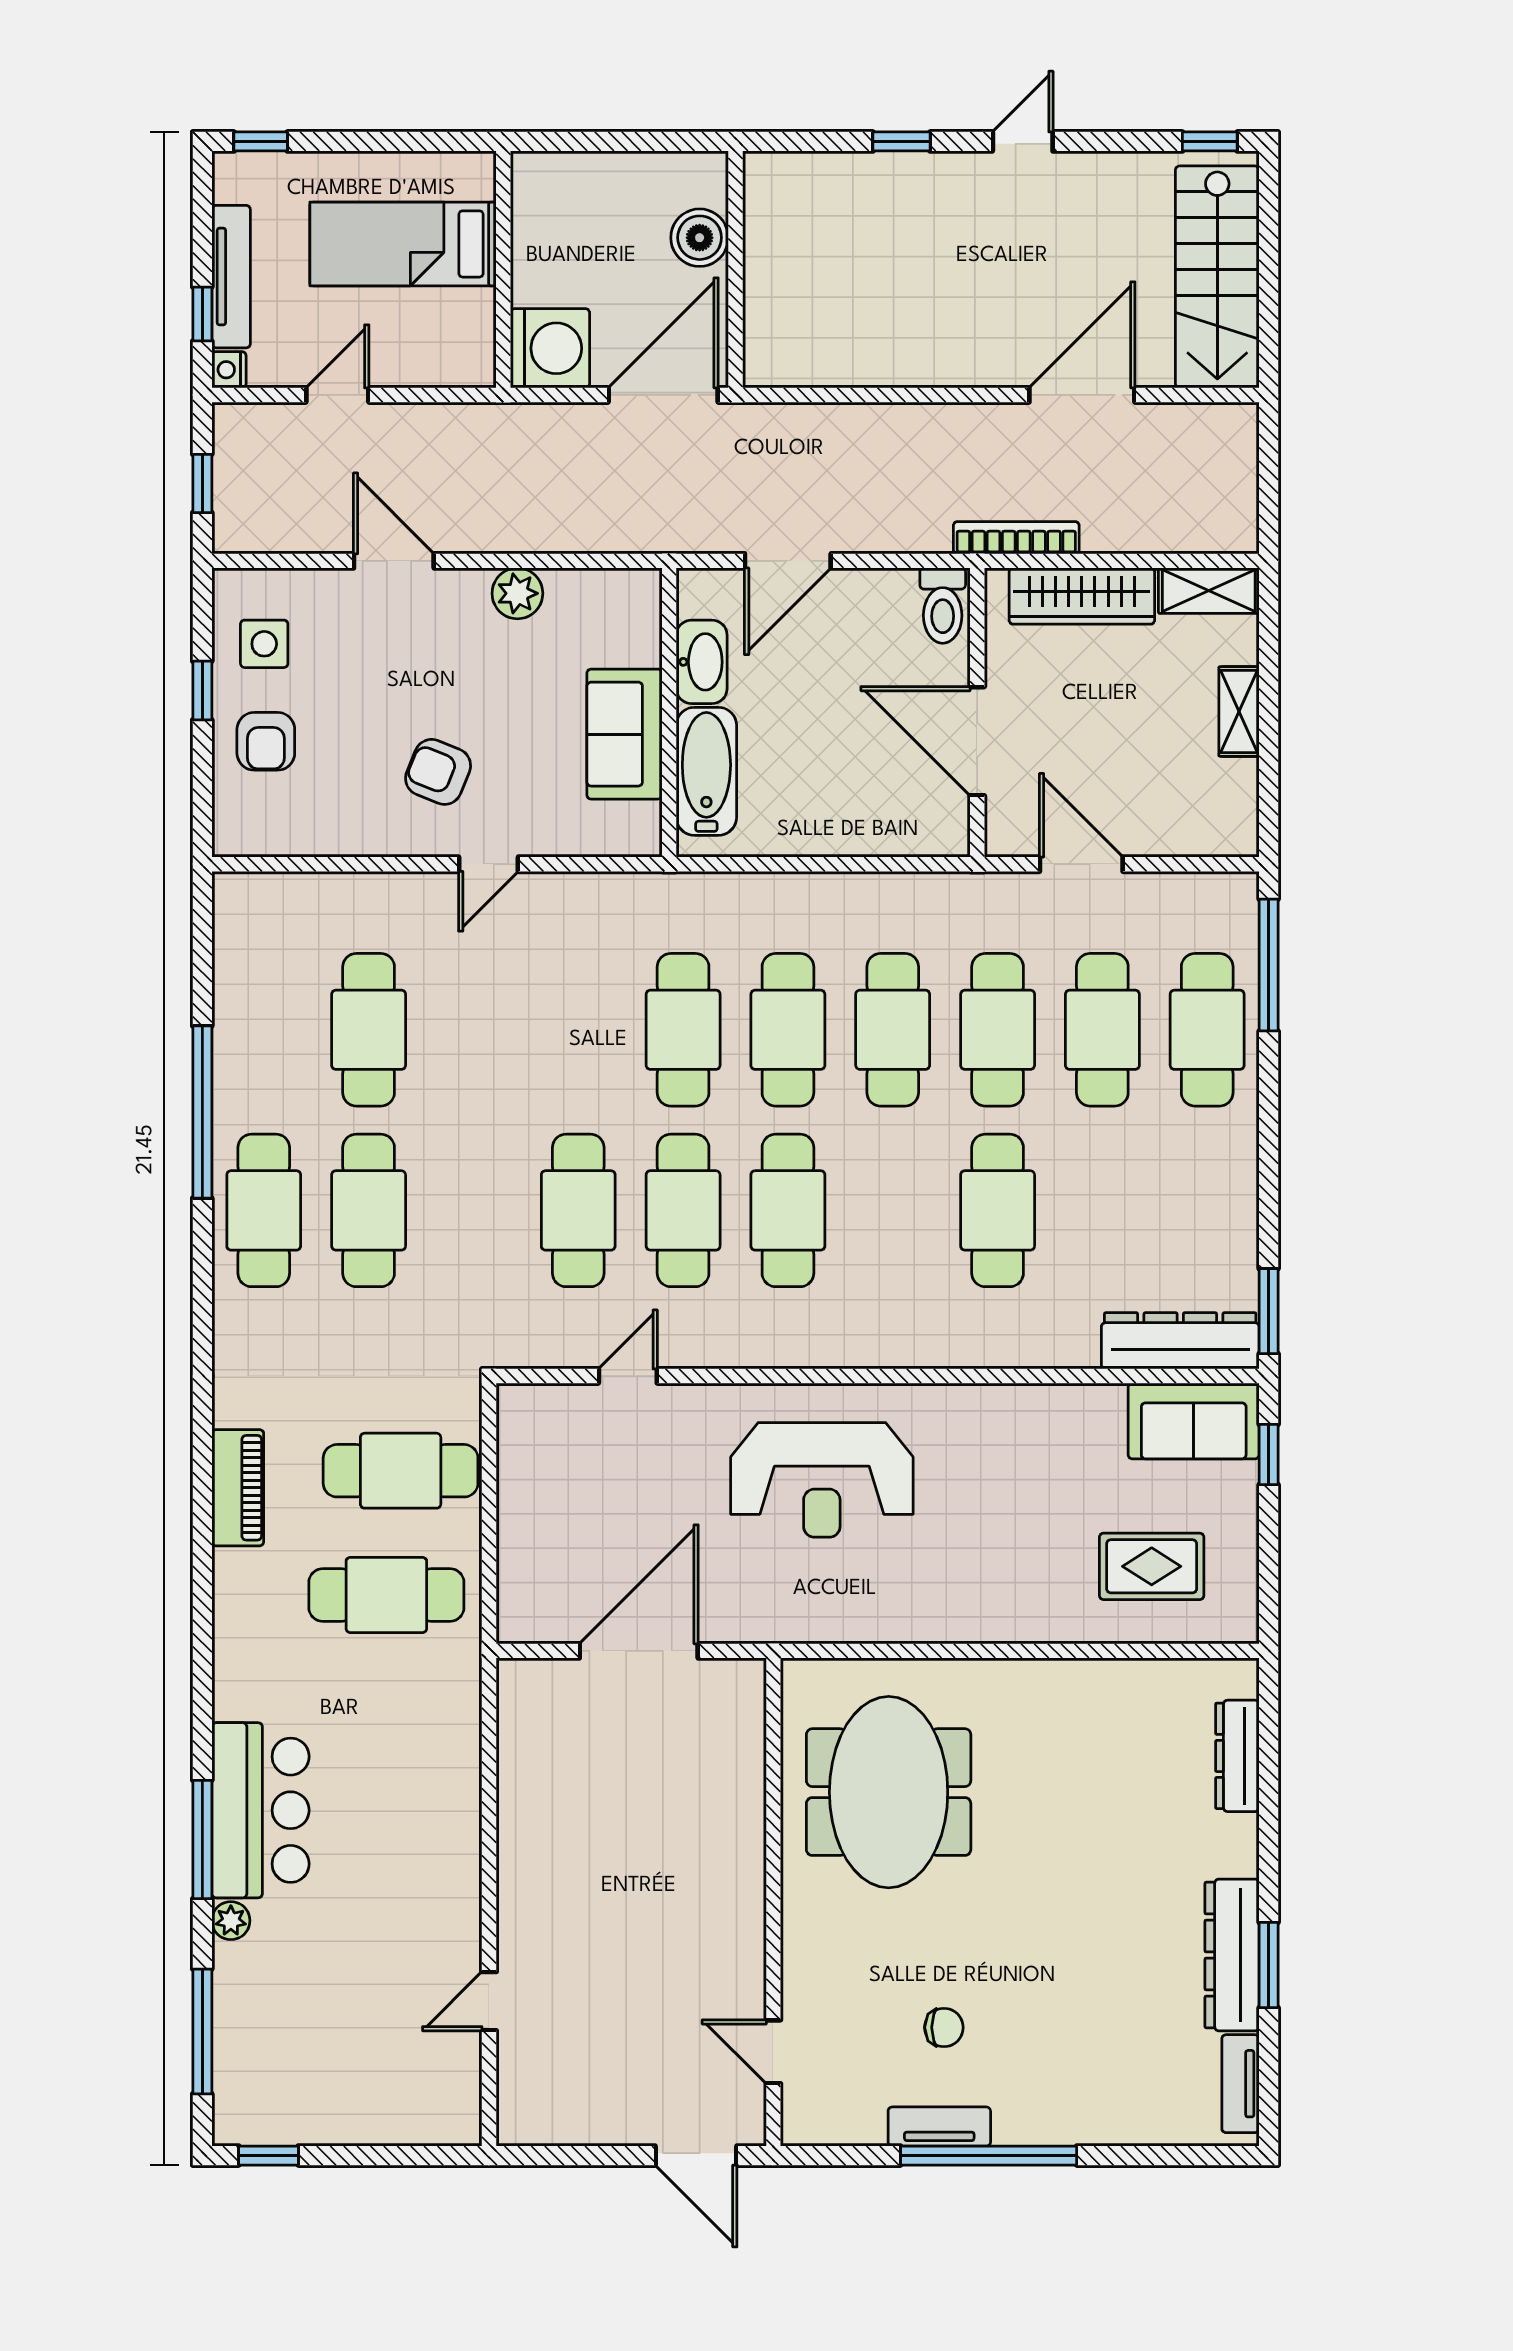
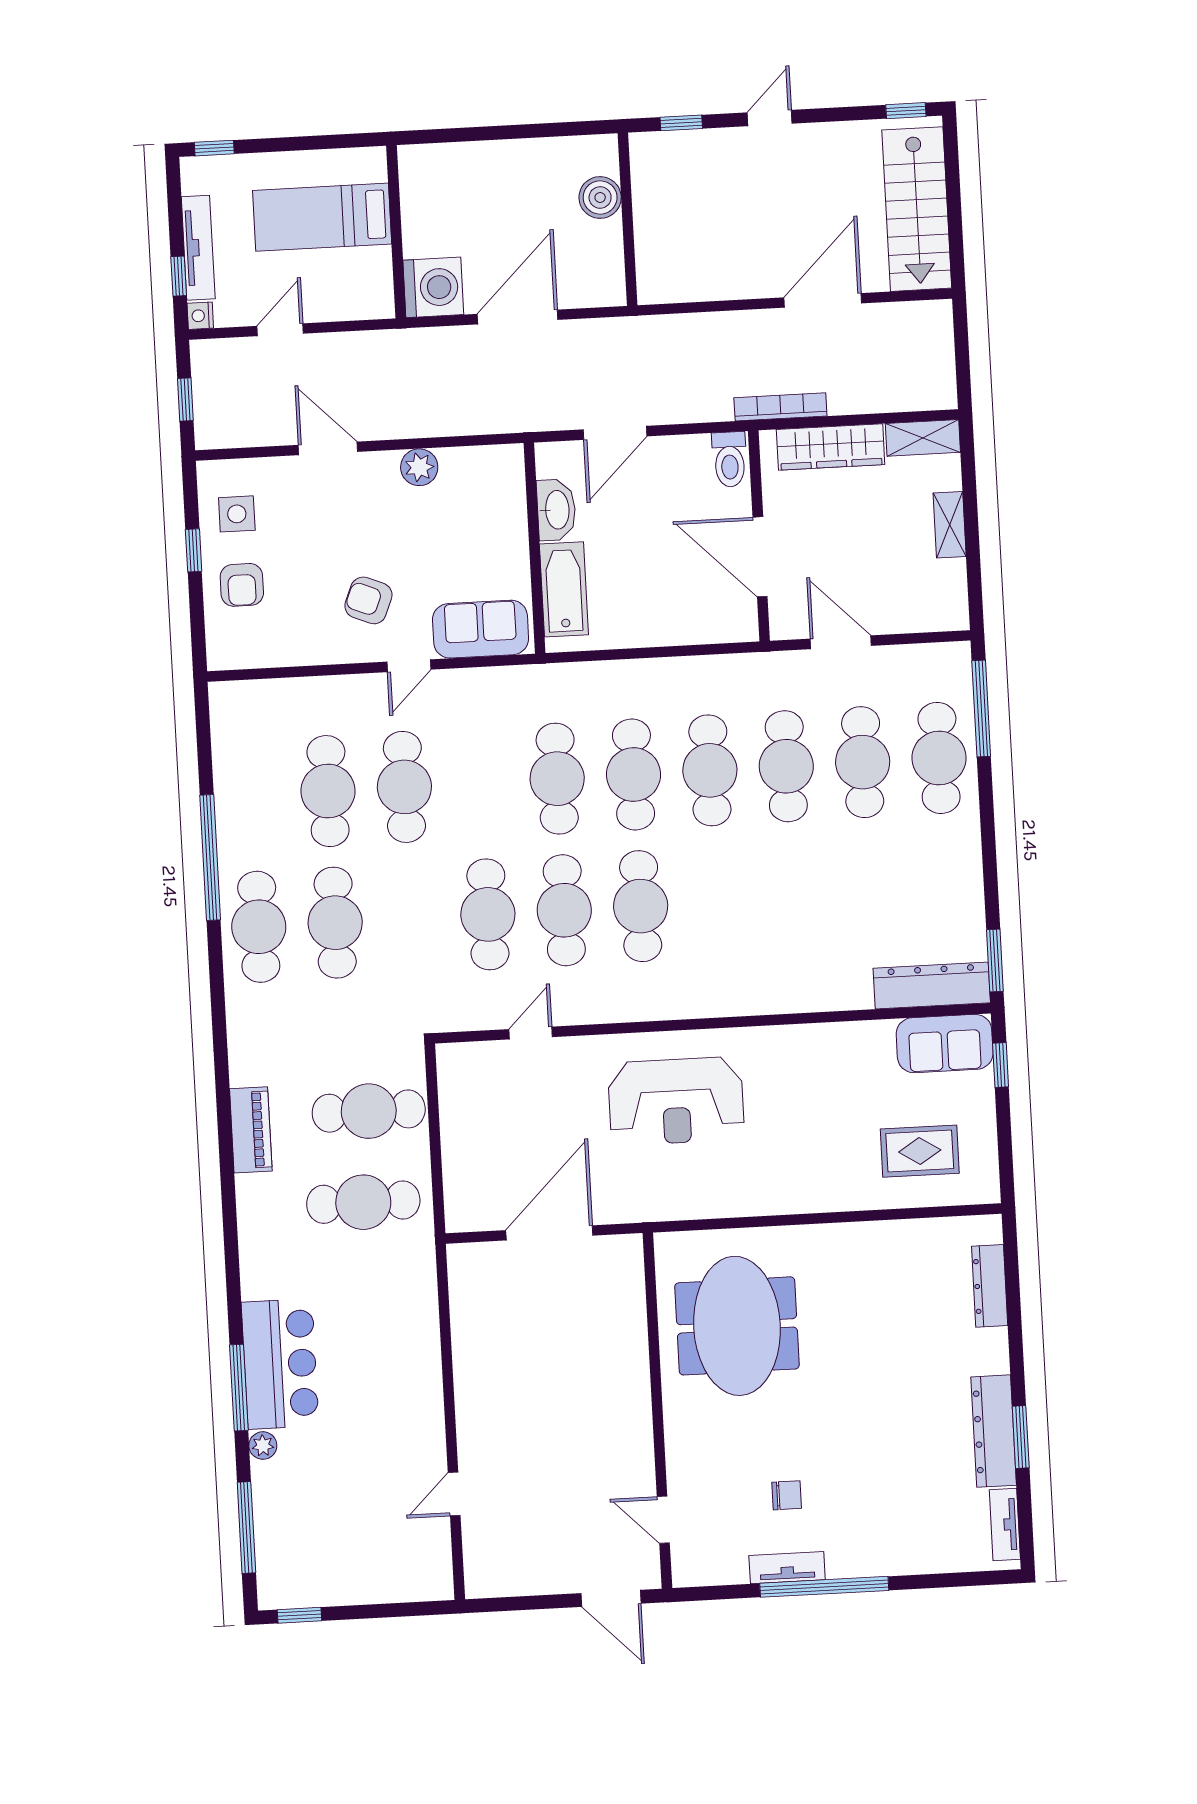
boiler: (700, 238) -> (600, 197), moved
wall: (735, 269) -> (627, 219), moved
sofa: (624, 734) -> (481, 629), moved, turned 90
cafe table: (998, 1210) -> (404, 787), moved

